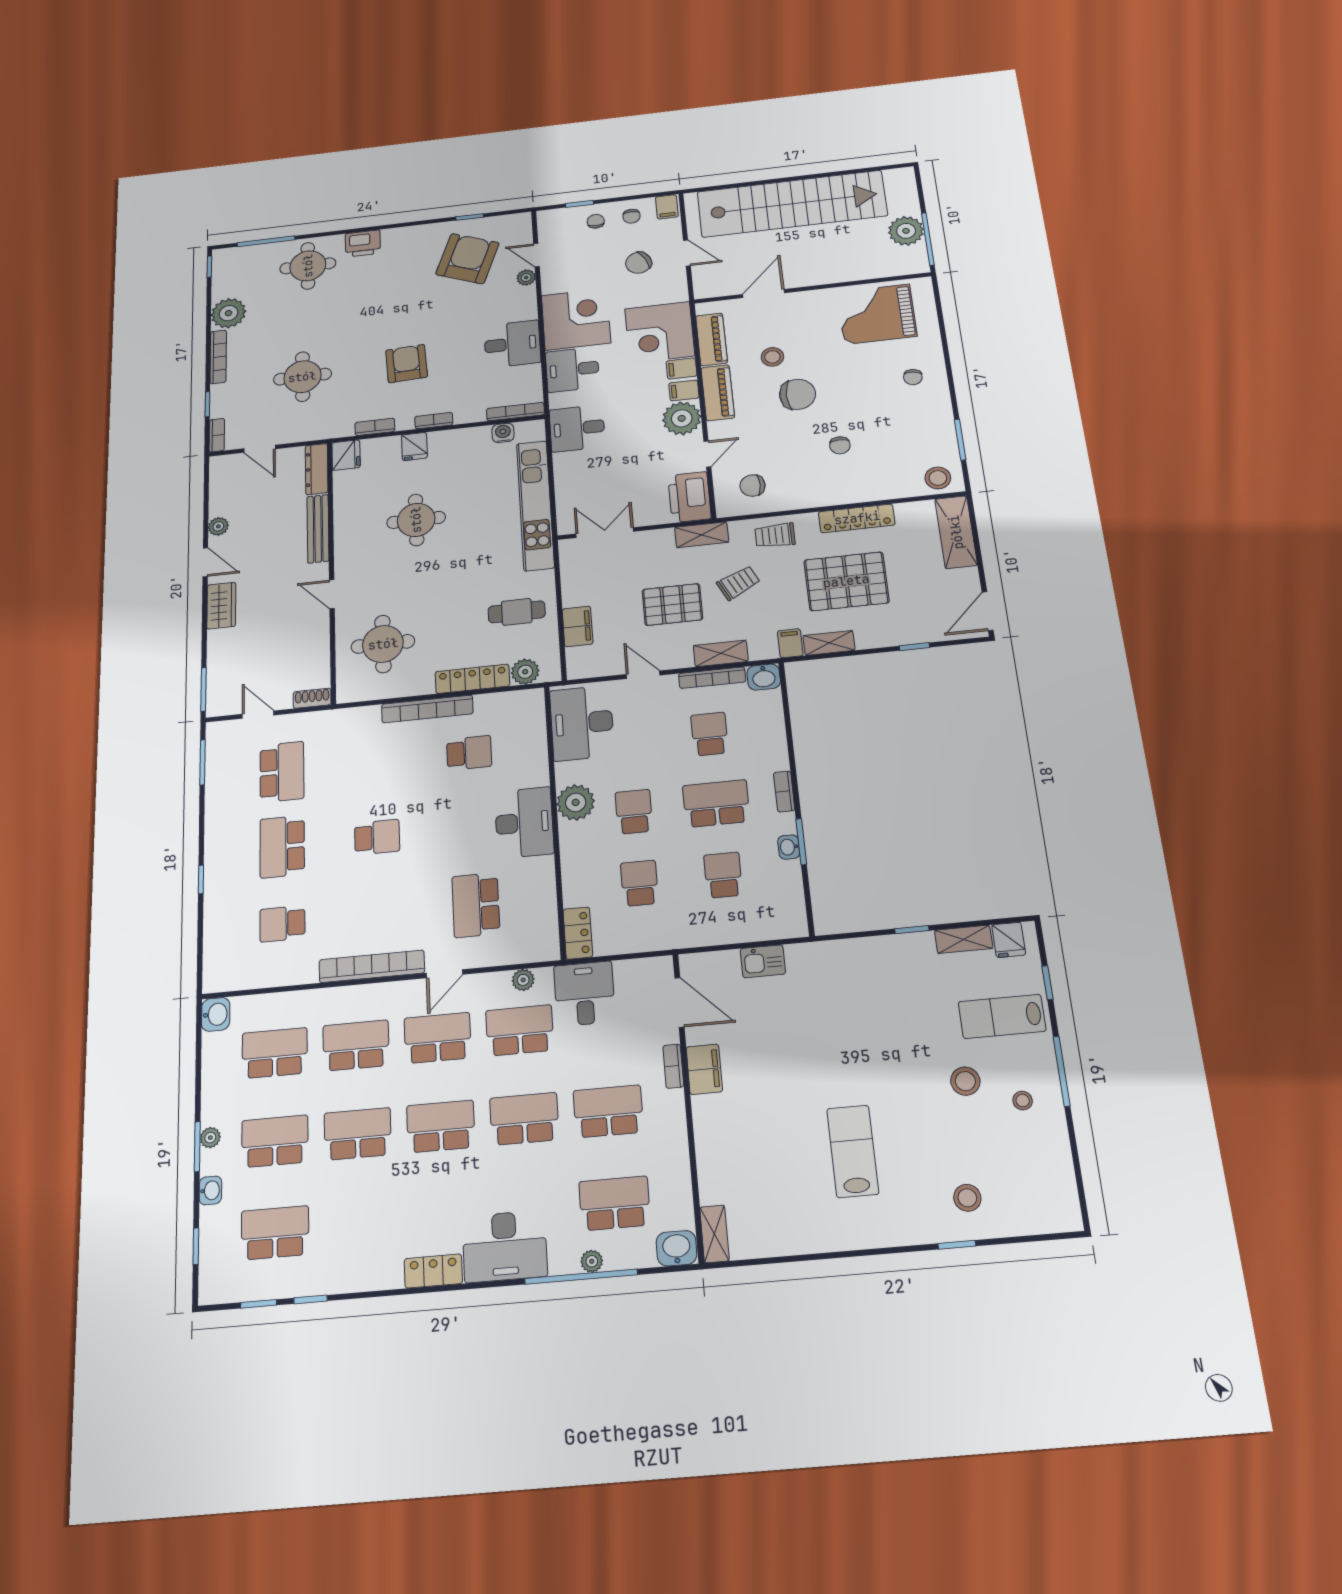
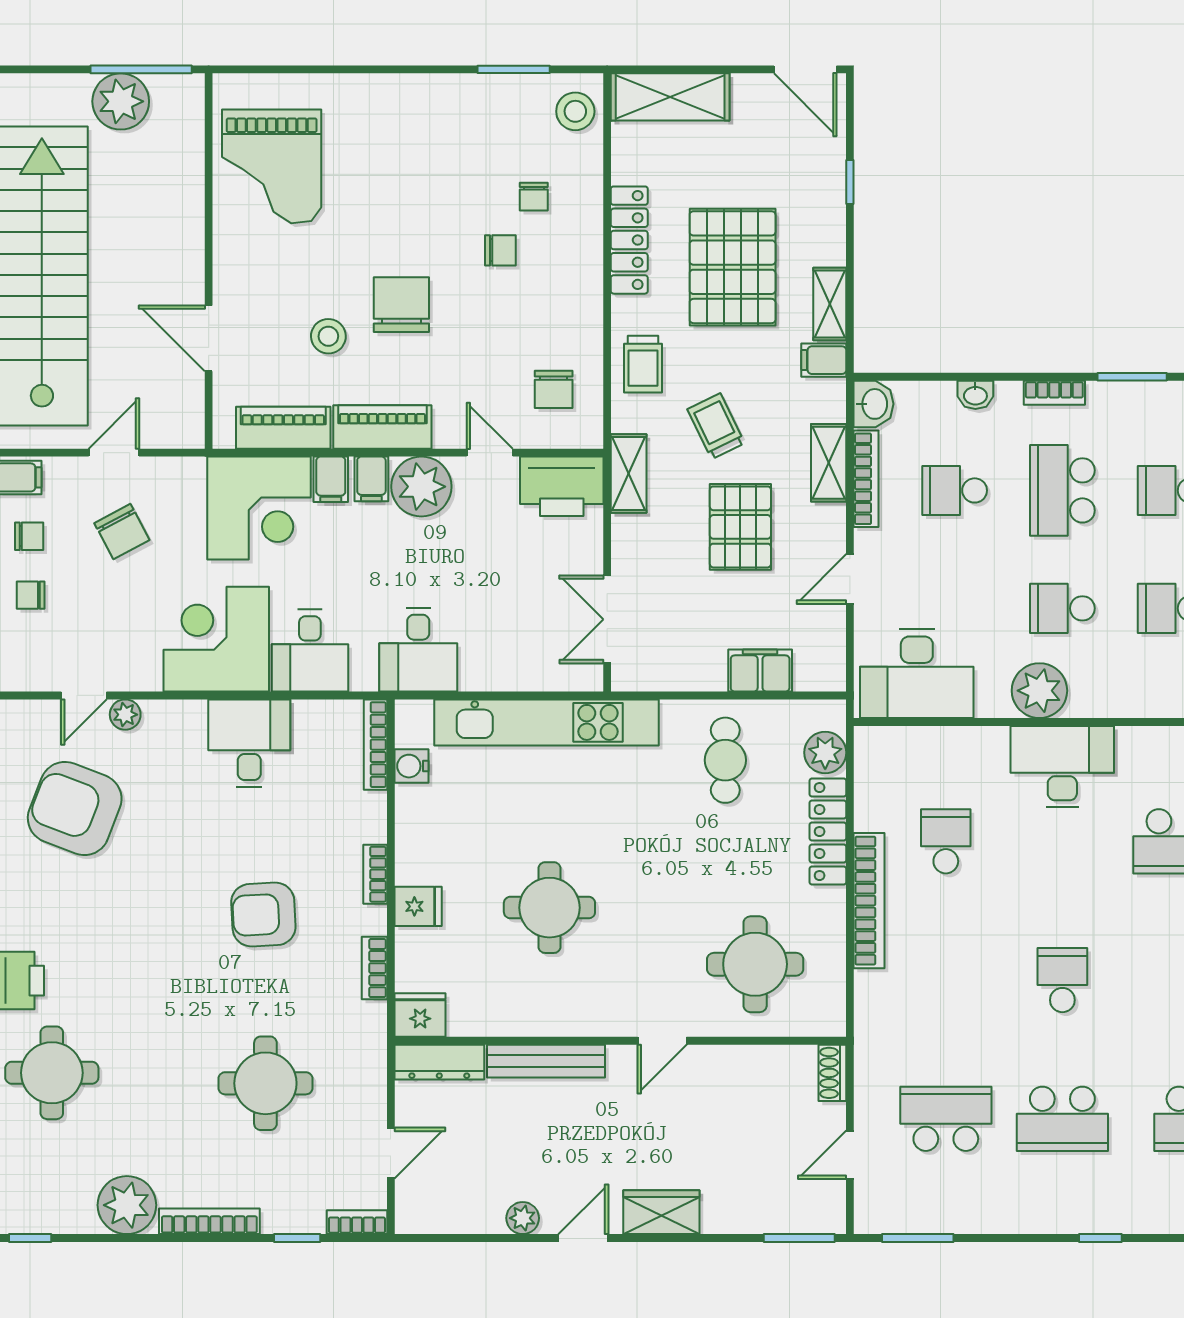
chair: (913, 377) -> (534, 197), moved, turned 82
washbasin: (789, 847) -> (975, 395), moved

